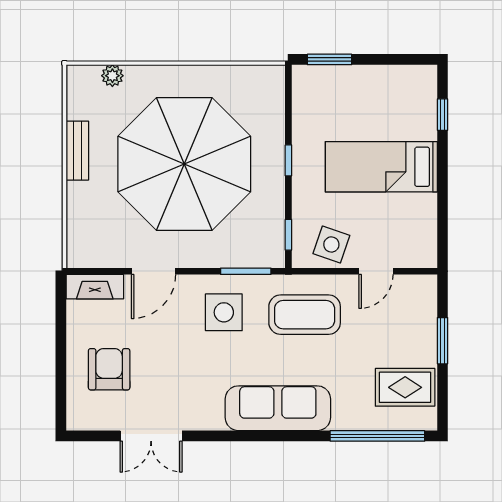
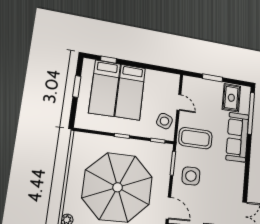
window: (330, 59) -> (77, 86), moved
bed: (381, 114) -> (105, 88), added
coffee table: (305, 315) -> (195, 138), turned 90
sofa: (278, 408) -> (237, 137), moved

